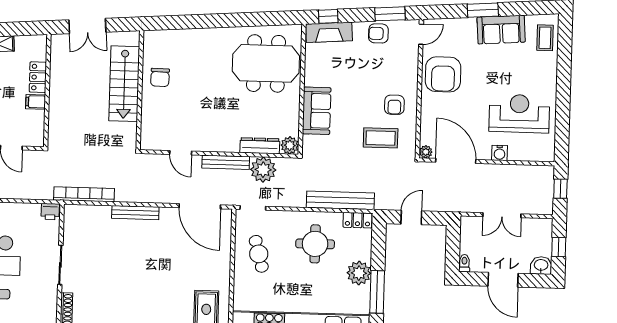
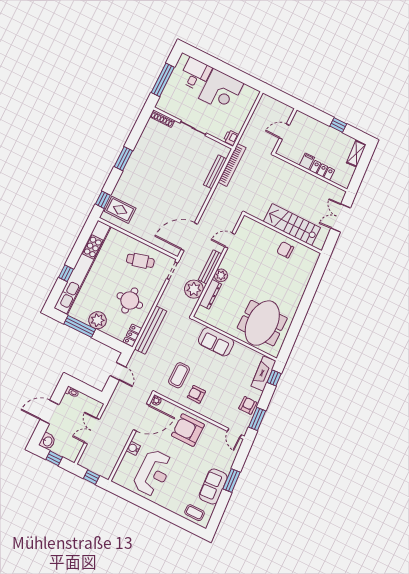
armchair: (443, 74) -> (188, 430), moved
plant: (290, 145) -> (221, 275), moved
bench: (135, 213) -> (215, 172), moved

